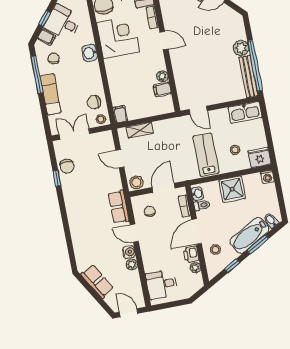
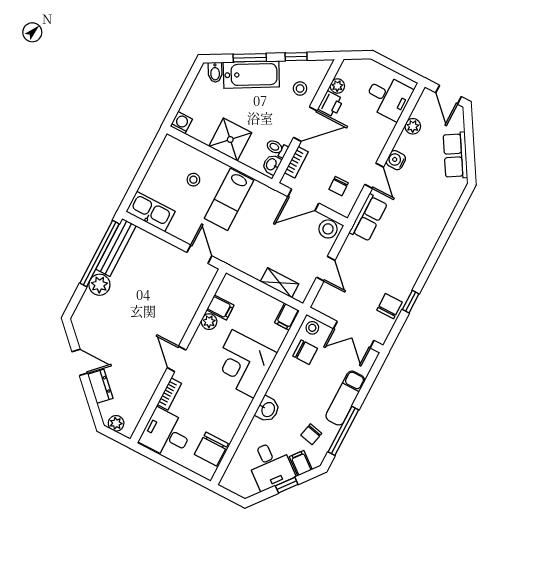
corner desk: (118, 37) -> (243, 364), moved
fridge: (260, 158) -> (174, 150), removed
plant: (132, 264) -> (413, 126), moved

